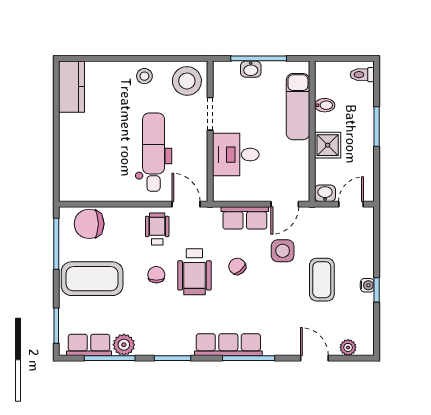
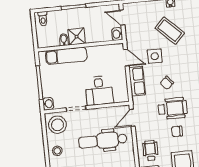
washbasin: (251, 69) -> (48, 104), moved
shower: (328, 145) -> (77, 37), moved
wheelchair: (157, 229) -> (150, 150), moved, turned 90
coffee table: (322, 280) -> (170, 31), turned 44

